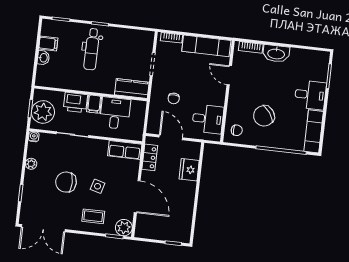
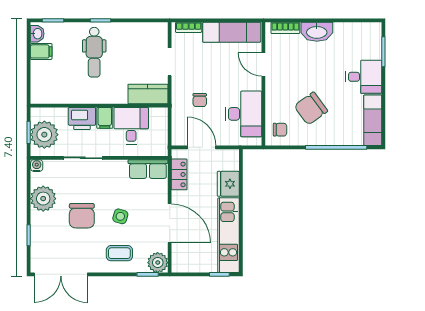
washbasin: (43, 58) -> (37, 34), moved
desk: (208, 119) -> (244, 114), width x1.37
plant: (31, 164) -> (43, 199), width x1.88, depth x1.88
chair: (66, 182) -> (82, 216), turned -90
kitchen unit: (184, 212) -> (229, 235), added

